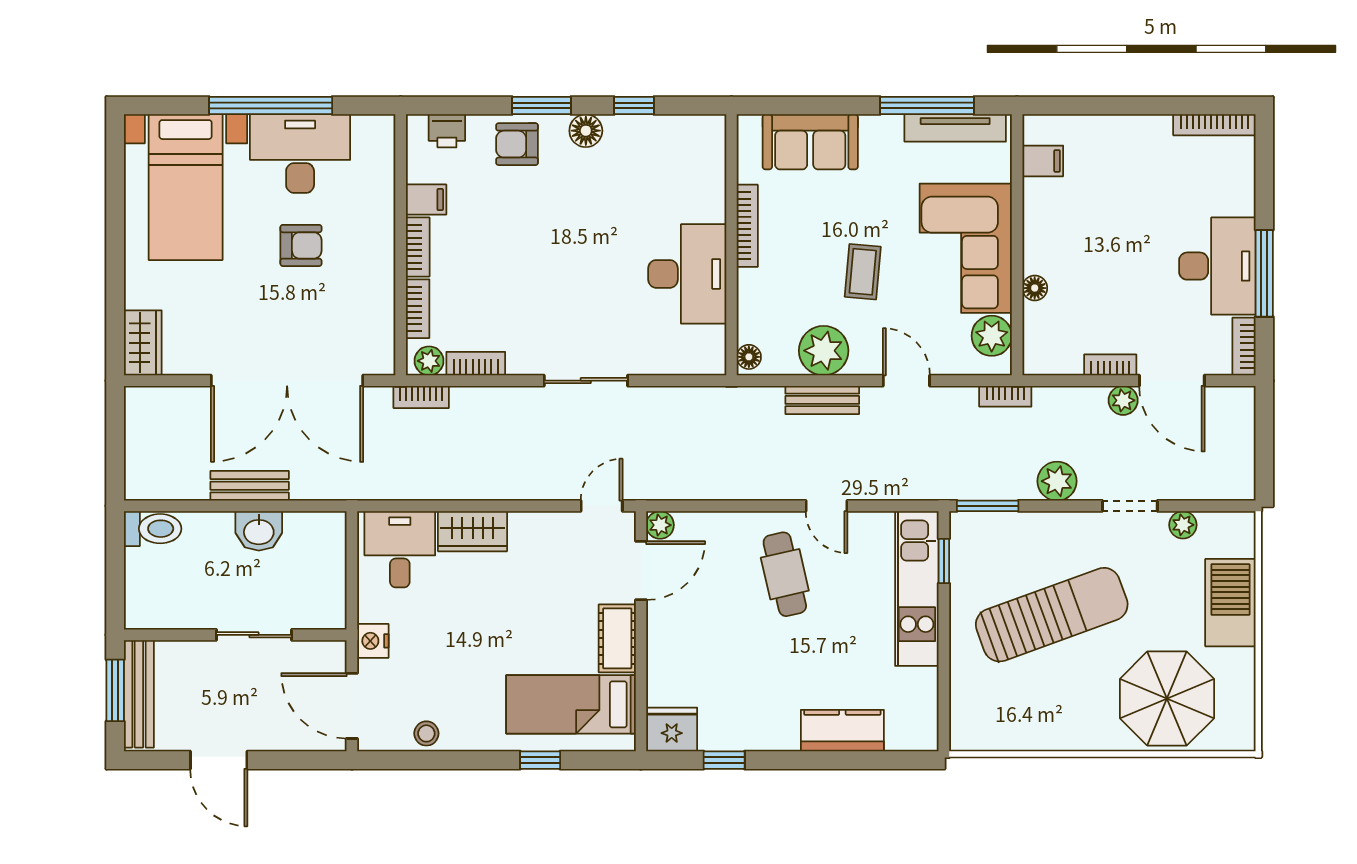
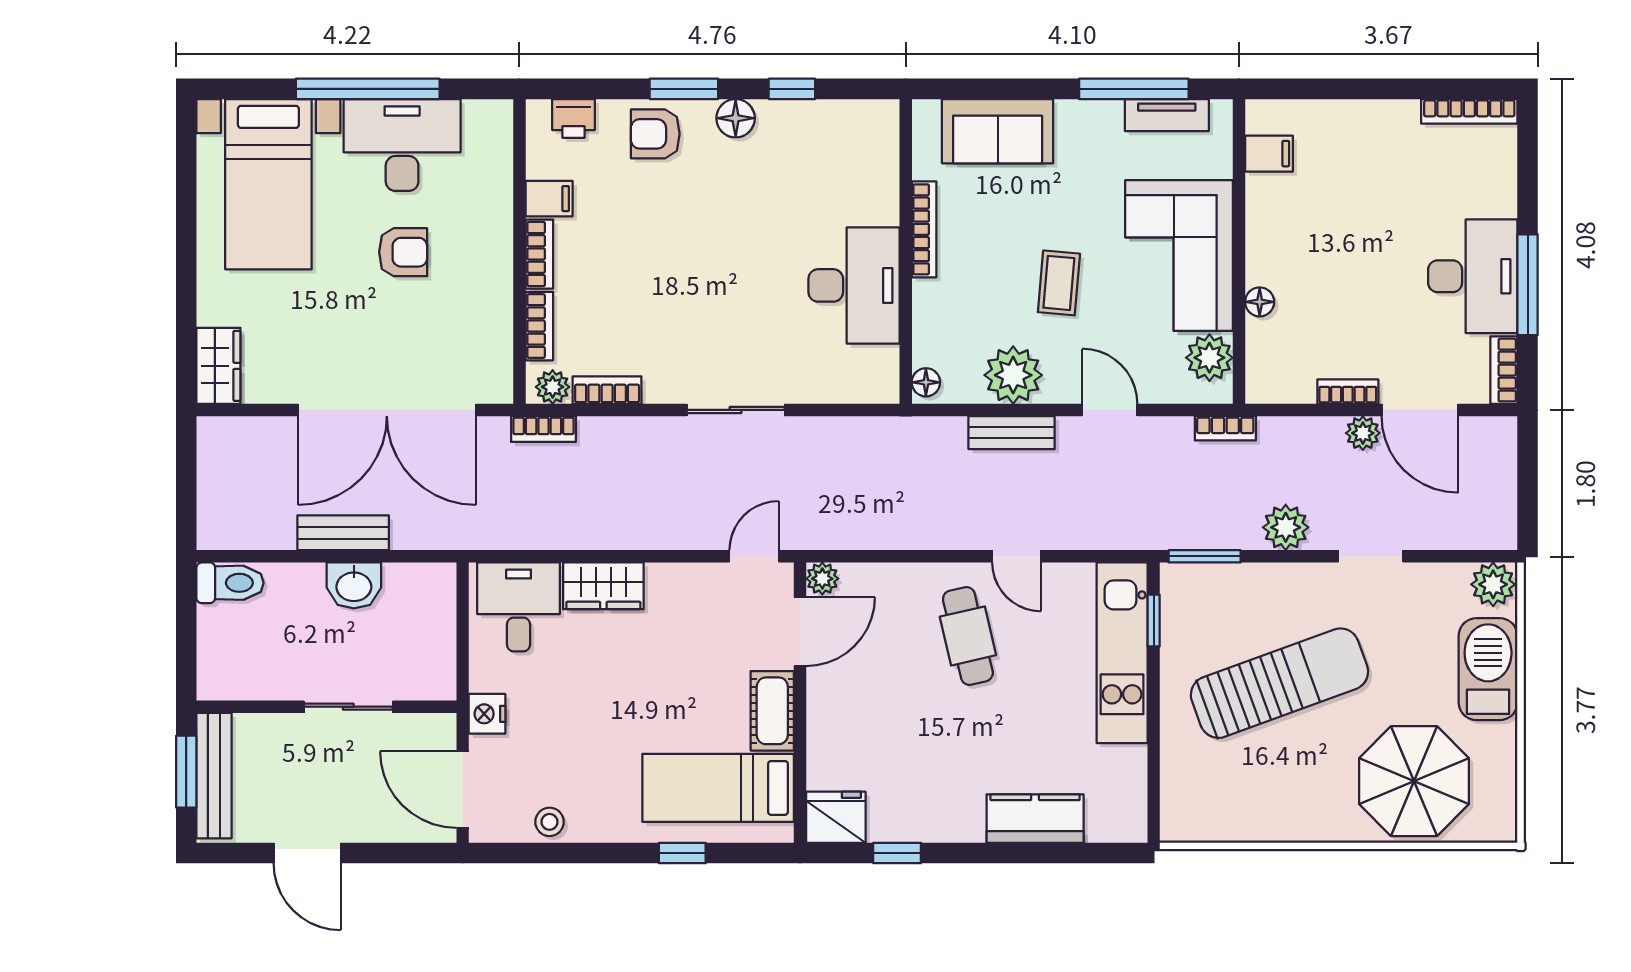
tv unit: (955, 128) -> (1167, 115), width x0.71
plant: (1183, 525) -> (1493, 584), moved, width x1.38, depth x1.38

